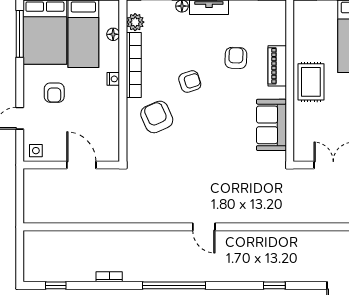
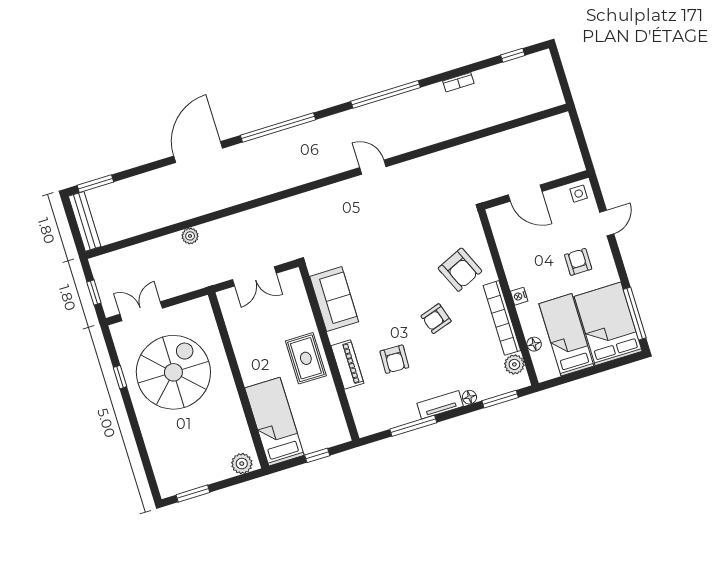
window: (274, 285) -> (278, 128), width x3.17

